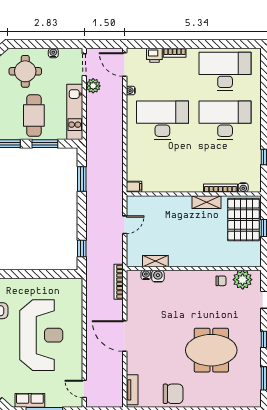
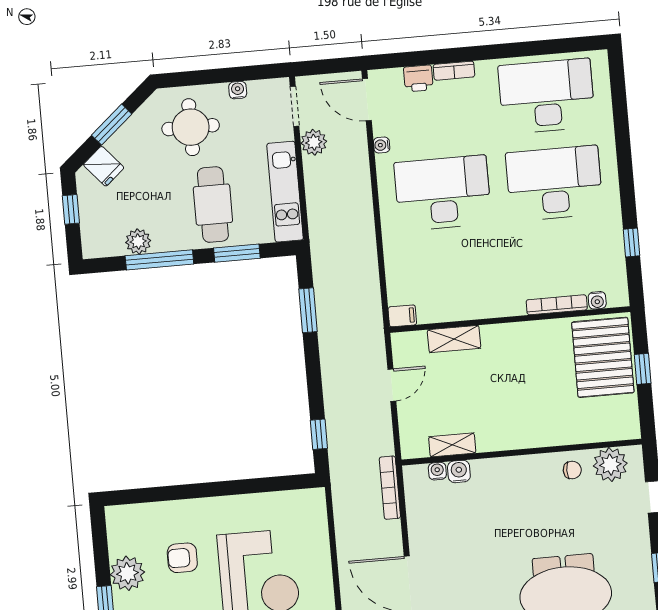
shelving: (207, 202) -> (454, 339), moved

